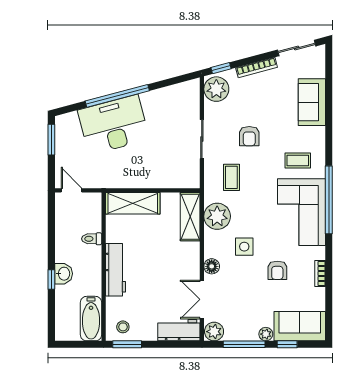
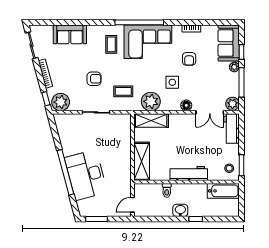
armchair: (277, 270) -> (189, 59), turned 90
washbasin: (64, 274) -> (180, 210), moved

